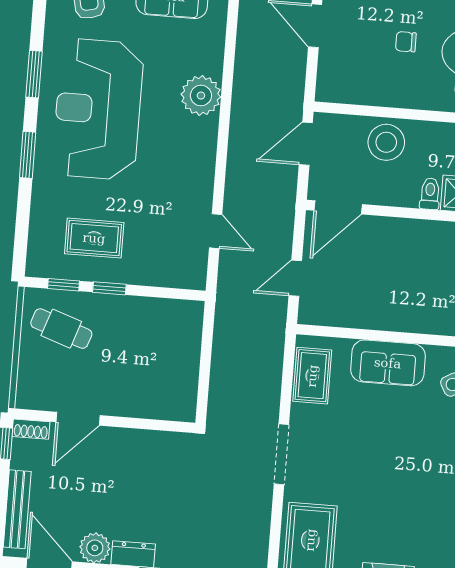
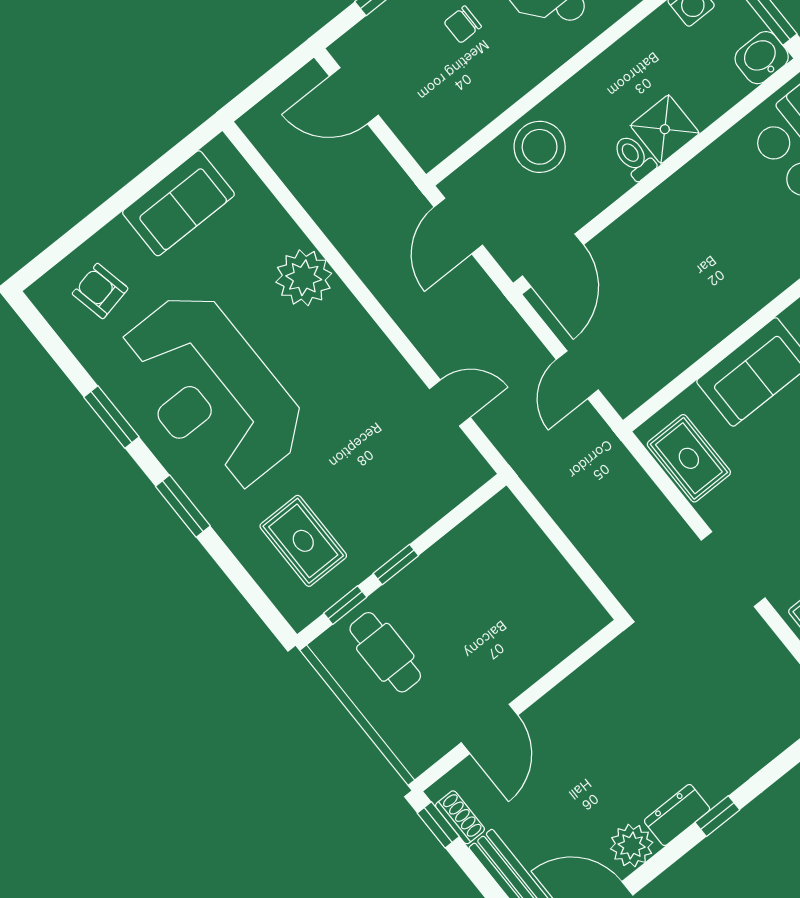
rug: (94, 238) -> (303, 541), moved, turned 90
cafe table: (61, 329) -> (385, 652), turned 71
shoe rack: (31, 429) -> (460, 817), moved, turned -90

